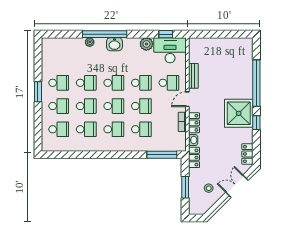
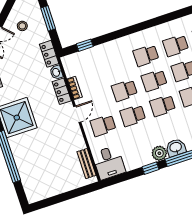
window: (166, 34) -> (150, 168), moved
plant: (146, 44) -> (159, 153), moved
desk: (170, 50) -> (109, 163), width x0.73
bench: (193, 76) -> (86, 164), moved
school desk: (141, 129) -> (116, 65), removed
window: (162, 155) -> (85, 45), width x0.46

